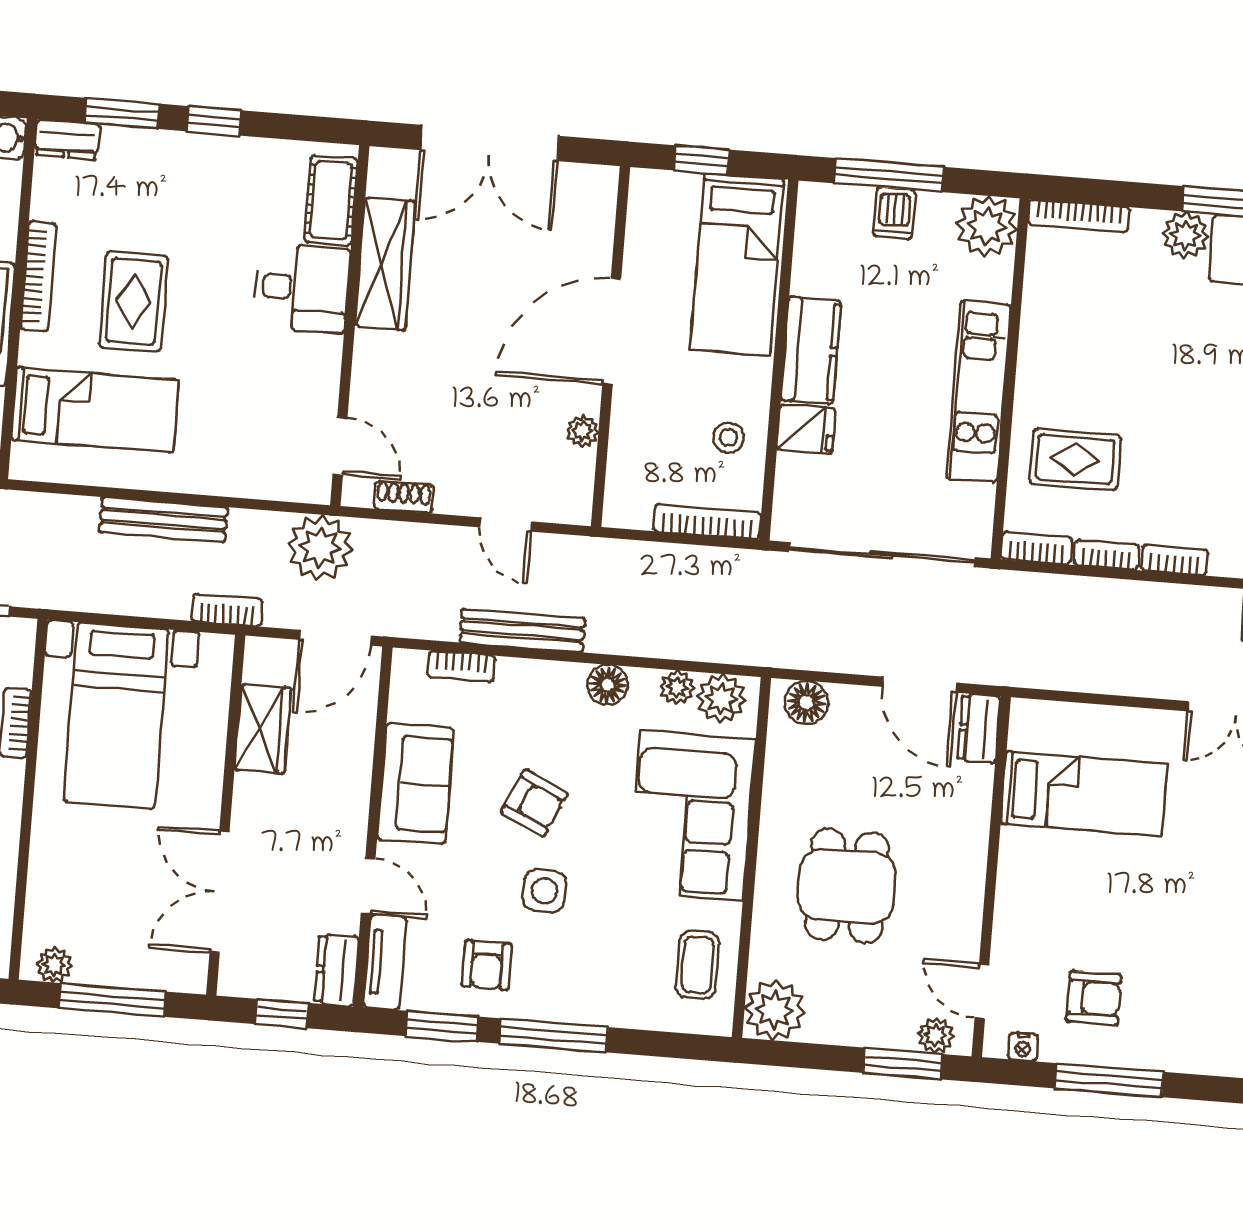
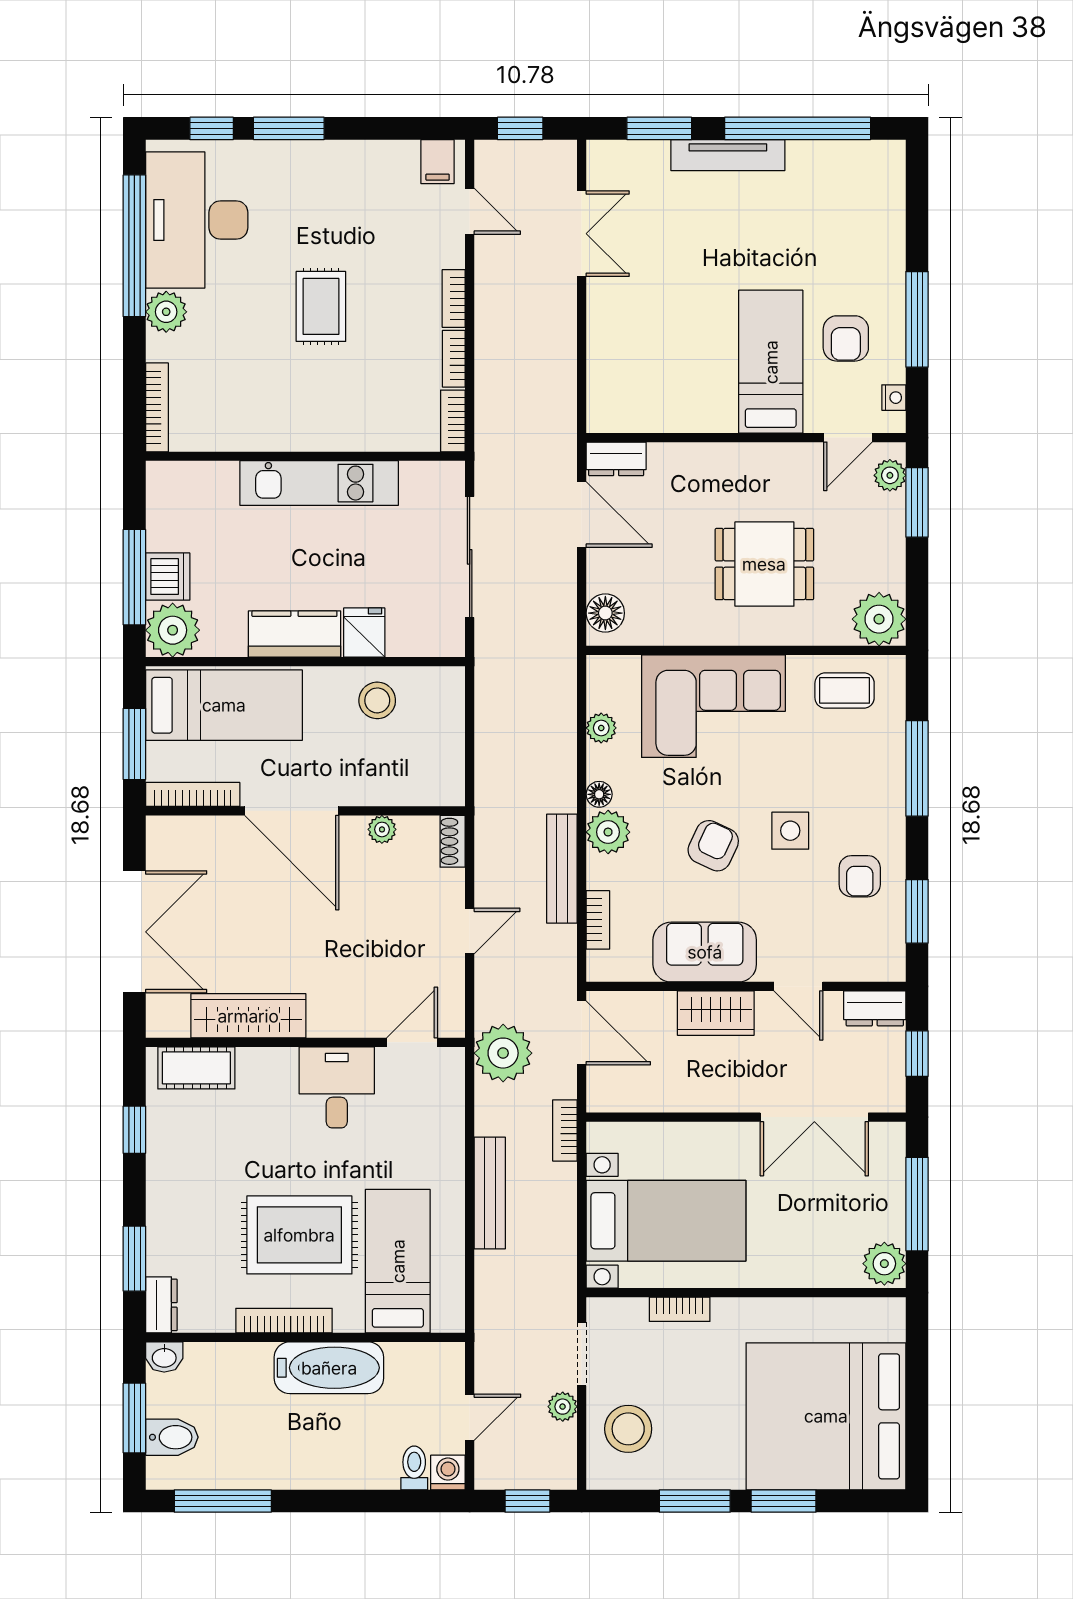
window: (214, 121) -> (134, 1130), moved
window: (702, 160) -> (134, 744), width x1.50
dishwasher: (894, 213) -> (168, 577), width x1.38
plant: (987, 226) -> (173, 630), moved
desk: (302, 288) -> (337, 1087), moved
rug: (134, 301) -> (299, 1235), width x1.36, depth x1.43
stool: (729, 437) -> (377, 700), width x1.37, depth x1.37
rug: (1075, 459) -> (321, 306), moved
shoe rack: (404, 497) -> (453, 841), moved
bookcase: (707, 522) -> (193, 794), moved, turned 90
door: (506, 524) -> (470, 931), moved
sliding door: (882, 555) -> (470, 557), width x0.73
floor lamp: (608, 685) -> (599, 794), width x0.73, depth x0.73
door: (920, 685) -> (582, 514), hinge flipped
plant: (721, 699) -> (608, 832), moved
wardrobe: (263, 729) -> (716, 1013), moved, turned 180
bed: (1084, 794) -> (771, 362), moved
door: (368, 886) -> (798, 986), swing flipped
tv unit: (385, 962) -> (864, 966), removed
plant: (54, 965) -> (884, 1264), width x1.38, depth x1.38
armchair: (487, 965) -> (860, 876), turned 90
armchair: (1094, 998) -> (846, 338), turned 180
window: (554, 1035) -> (917, 768), moved

